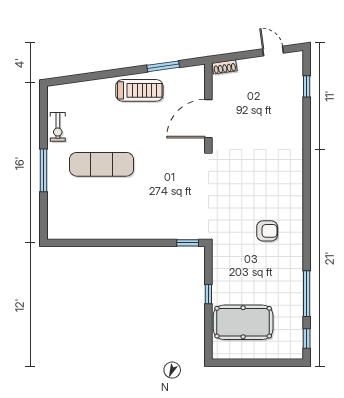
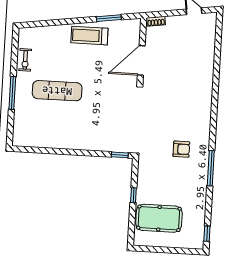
window: (307, 86) -> (218, 40), removed
treadmill: (139, 90) -> (89, 36), turned 180
window: (307, 294) -> (211, 168), moved

